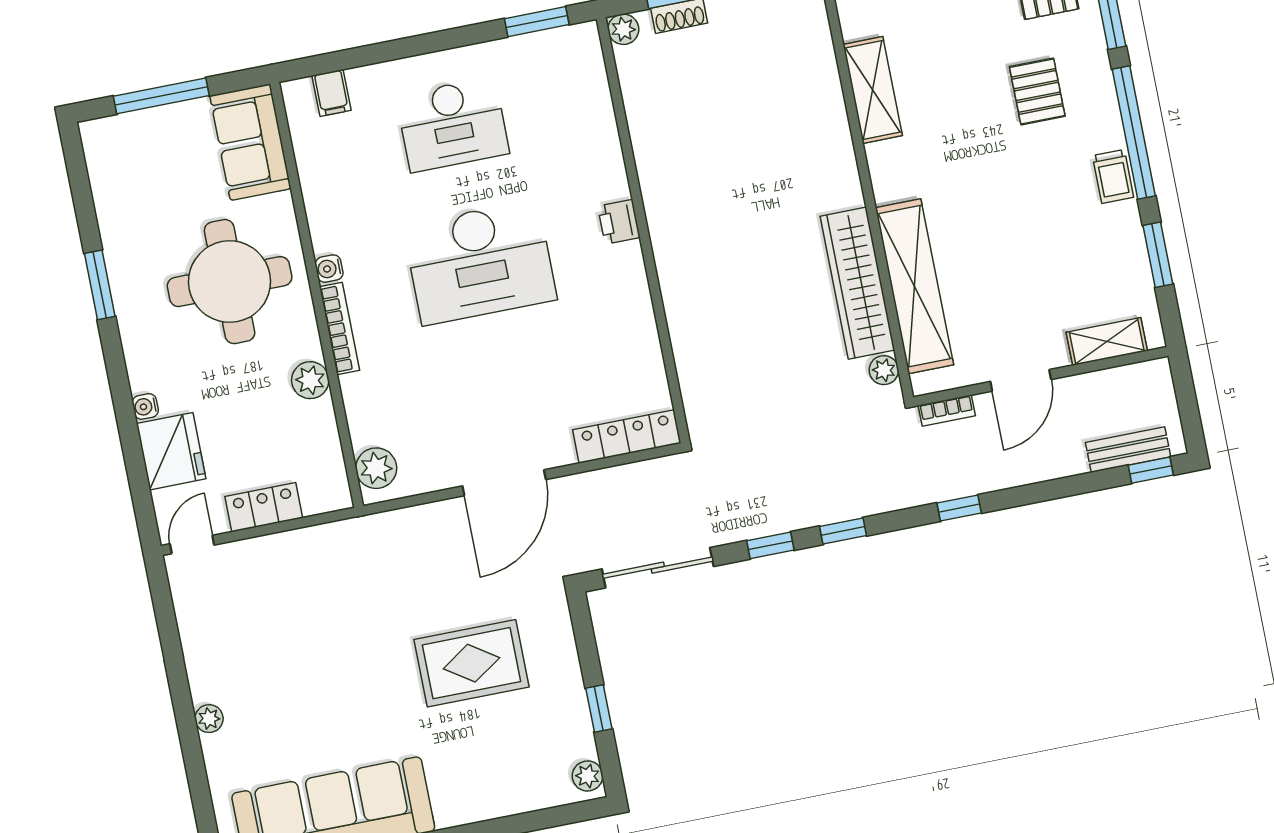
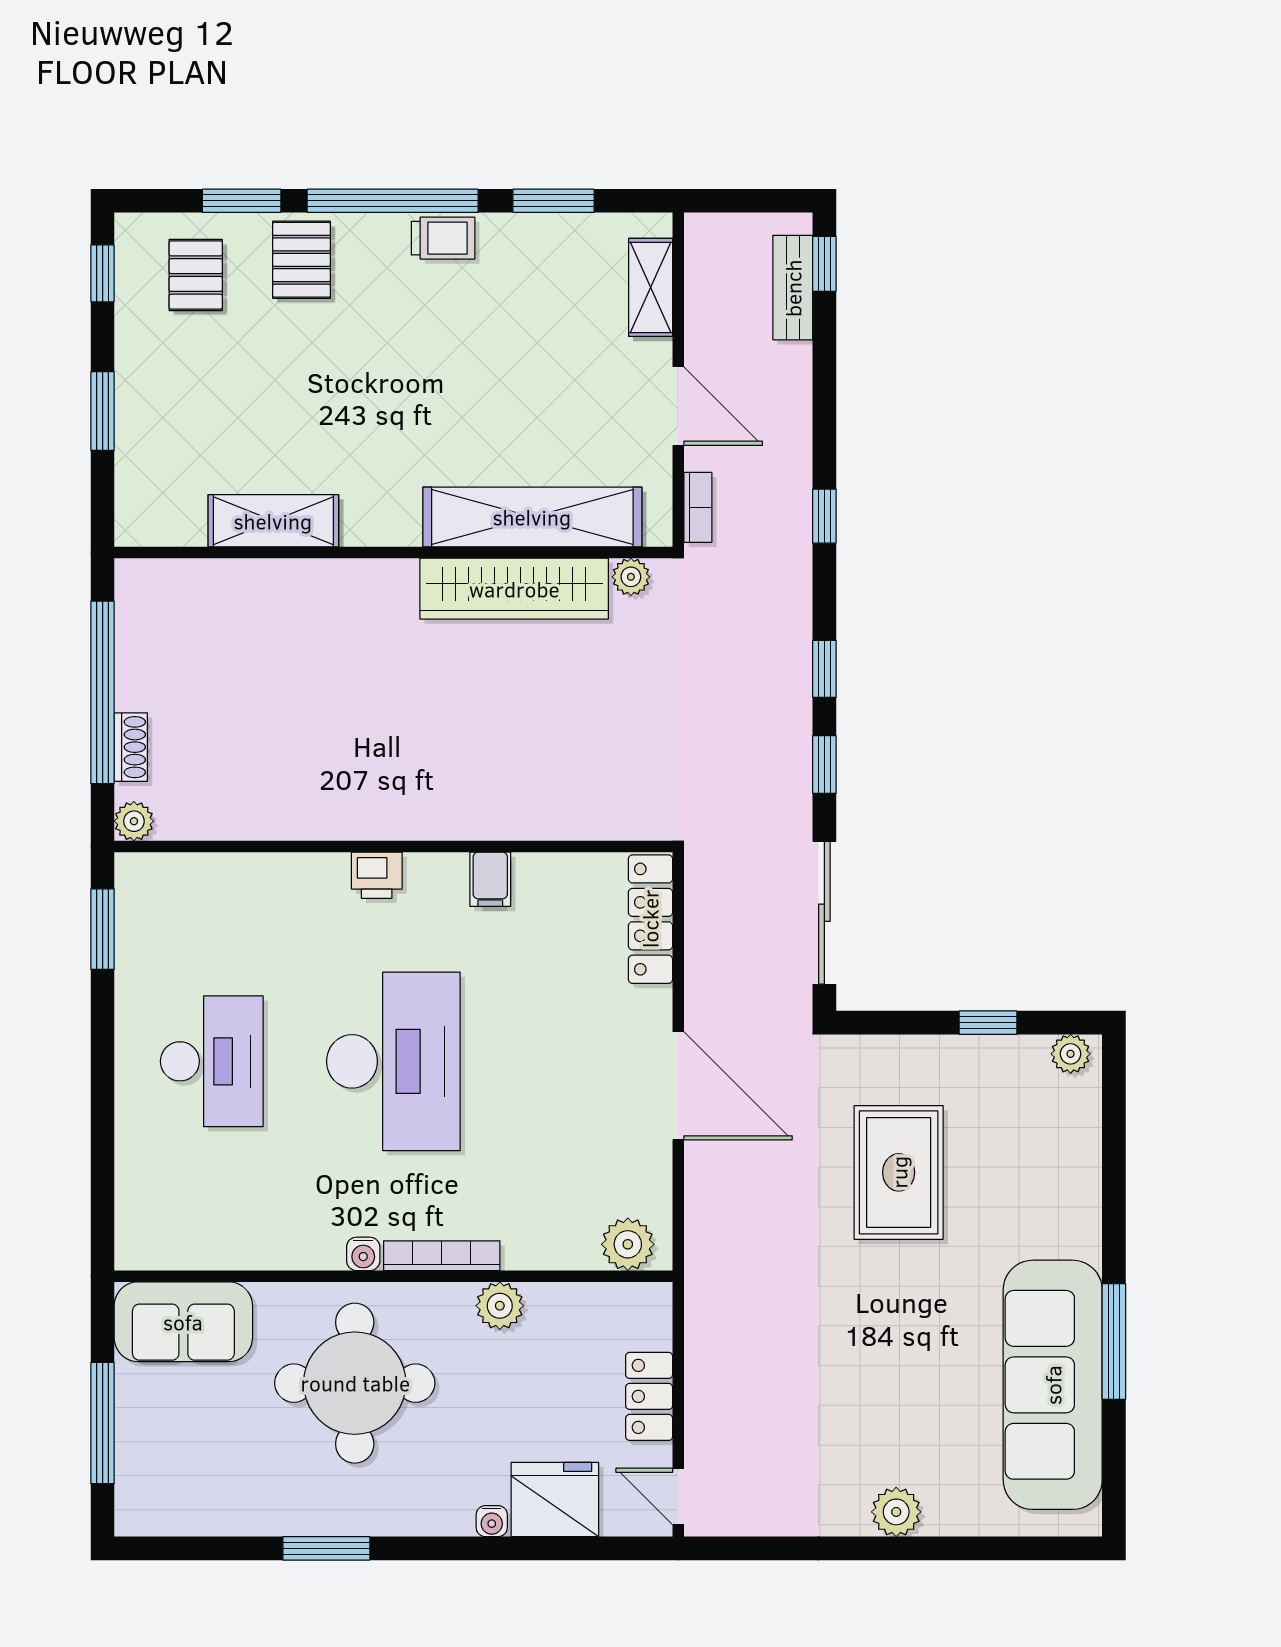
pallet: (1037, 91) -> (301, 260), moved, turned 90
filing cabinet: (332, 93) -> (490, 879), moved, turned 90
plant: (209, 719) -> (896, 1512), width x1.38, depth x1.38

